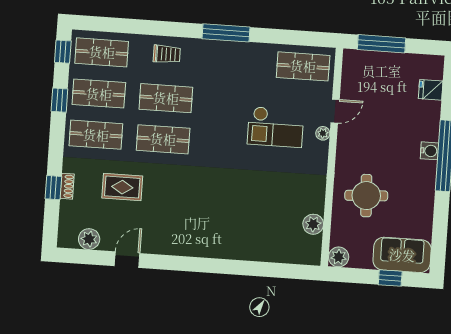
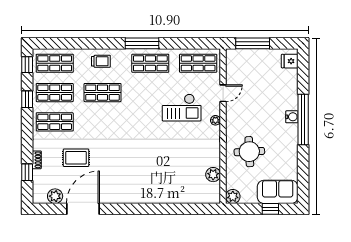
fridge: (431, 90) -> (290, 61), moved
plant: (323, 133) -> (215, 120), moved
shop shelf: (163, 139) -> (150, 63), moved
window: (53, 188) -> (27, 172), moved
door: (127, 260) -> (83, 209), width x1.88

